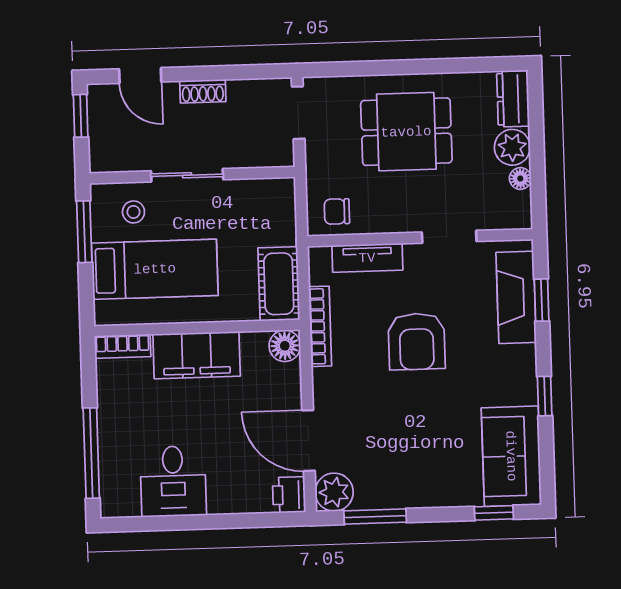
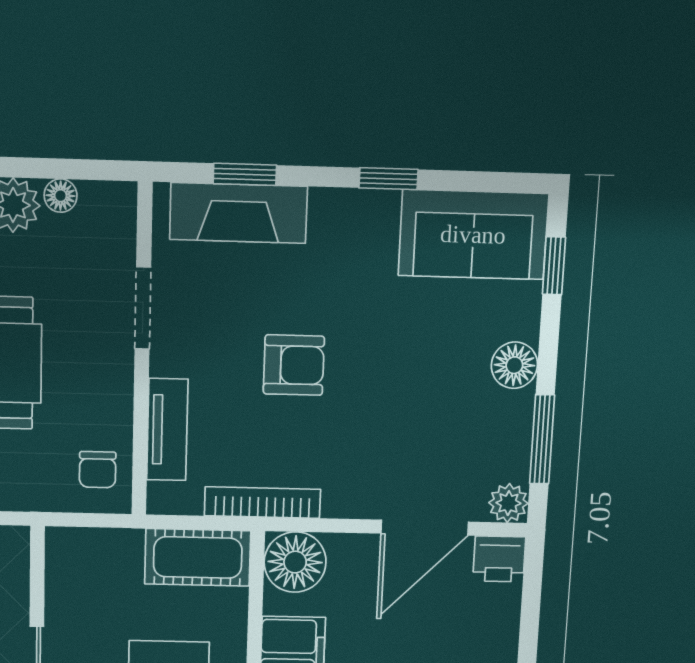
armchair: (417, 341) -> (294, 365), width x0.72, depth x0.72
floor lamp: (285, 346) -> (295, 562), width x1.38, depth x1.38
plant: (334, 492) -> (508, 503), width x0.73, depth x0.73
floor lamp: (425, 492) -> (514, 365), added

